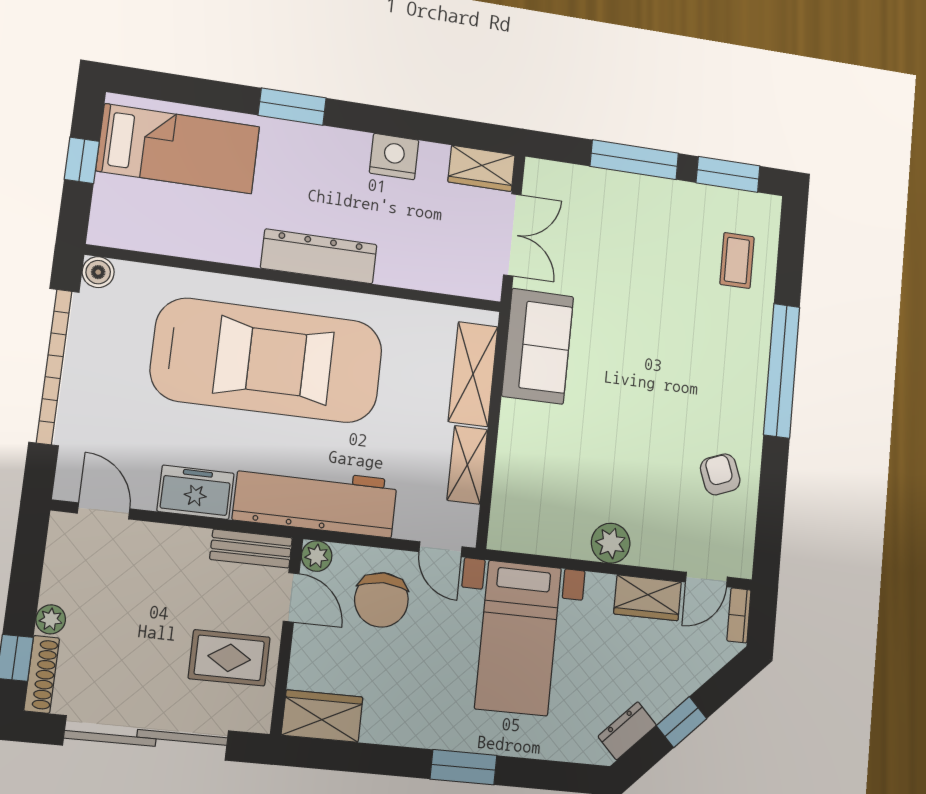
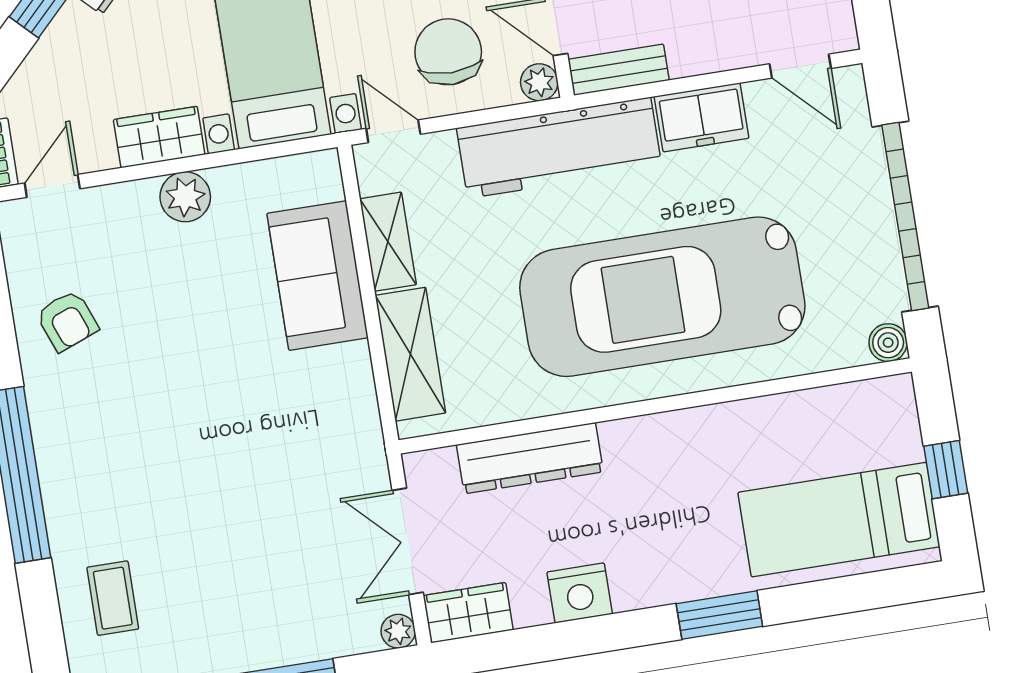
plant: (537, 171) -> (398, 631), added
dresser: (319, 256) -> (530, 458), moved
sofa: (538, 346) -> (318, 276), moved
wardrobe: (648, 598) -> (159, 137), moved

